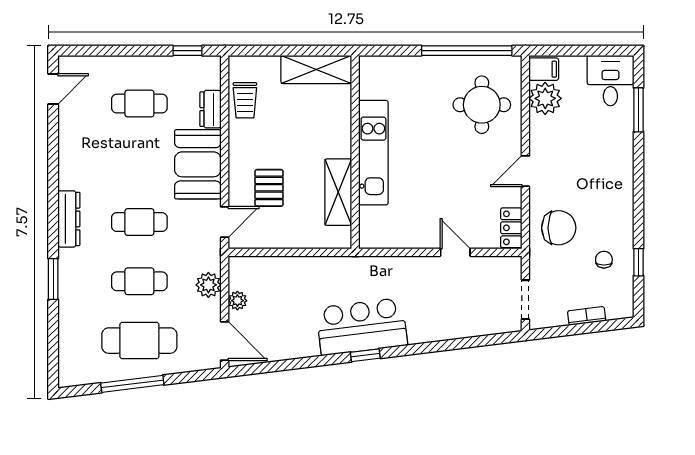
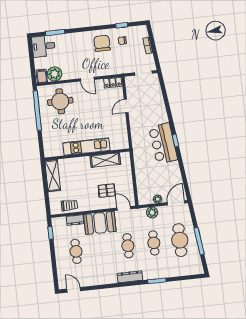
chair: (559, 228) -> (102, 43), moved

